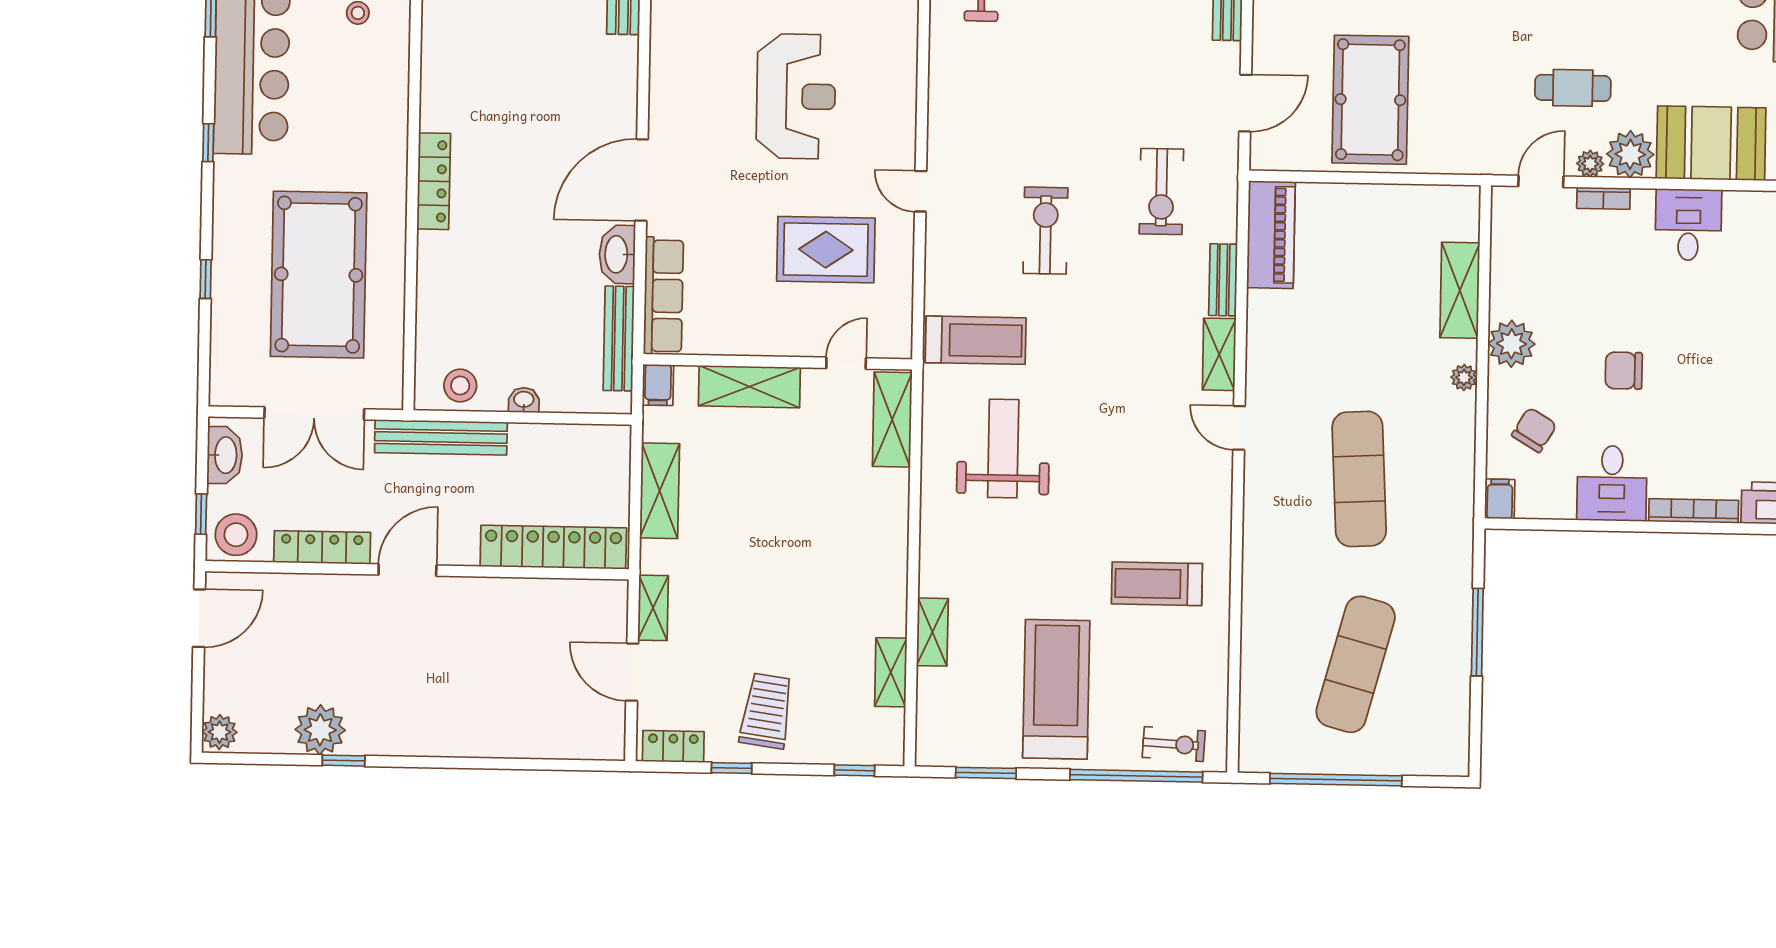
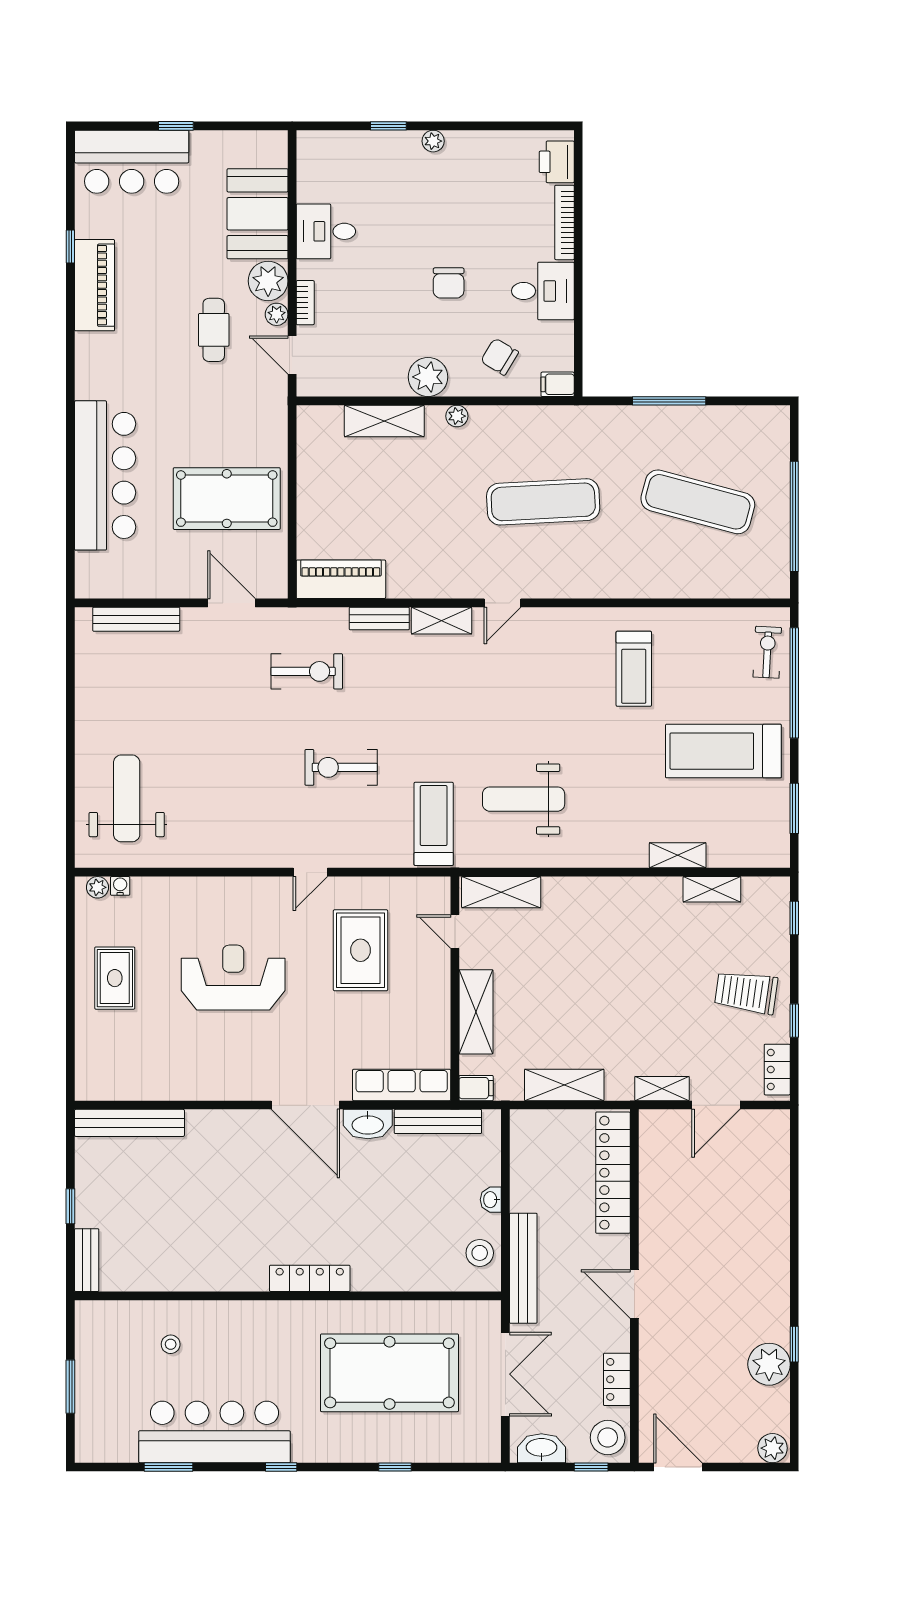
locker: (322, 547) -> (617, 1379), width x0.66

